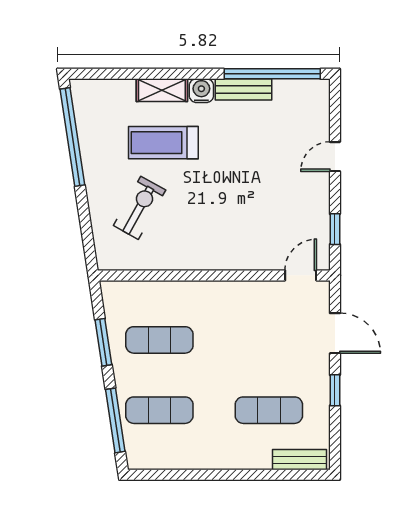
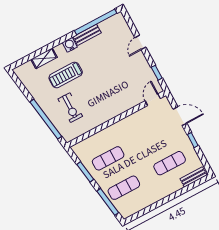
shelving: (162, 90) -> (44, 58), moved
window: (72, 137) -> (46, 119), moved
exercise bike: (140, 208) -> (70, 108), turned 151

